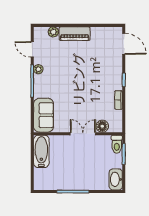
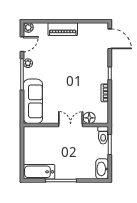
plant: (53, 32) -> (28, 27), moved
door: (32, 49) -> (22, 44), swing flipped
sofa: (44, 115) -> (33, 101), width x1.36
bathtub: (41, 151) -> (39, 172), moved, turned -90

